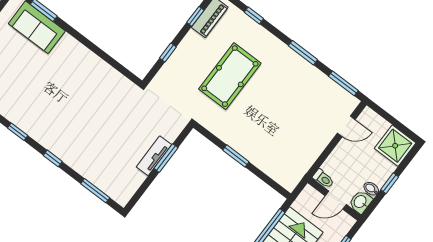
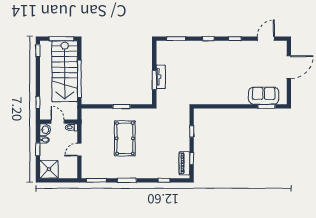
pool table: (230, 76) -> (125, 138), moved
door: (346, 126) -> (79, 150), moved
door: (336, 200) -> (58, 122), hinge flipped

